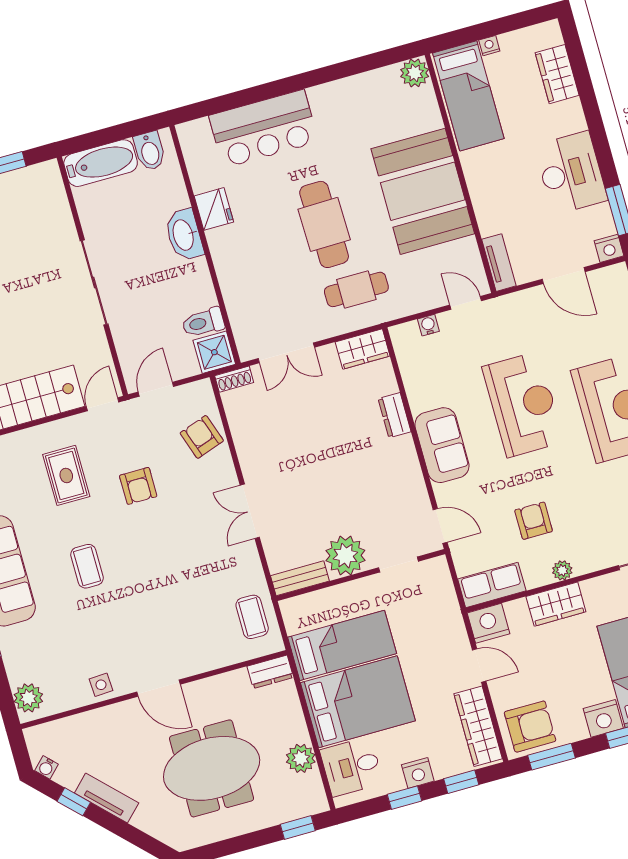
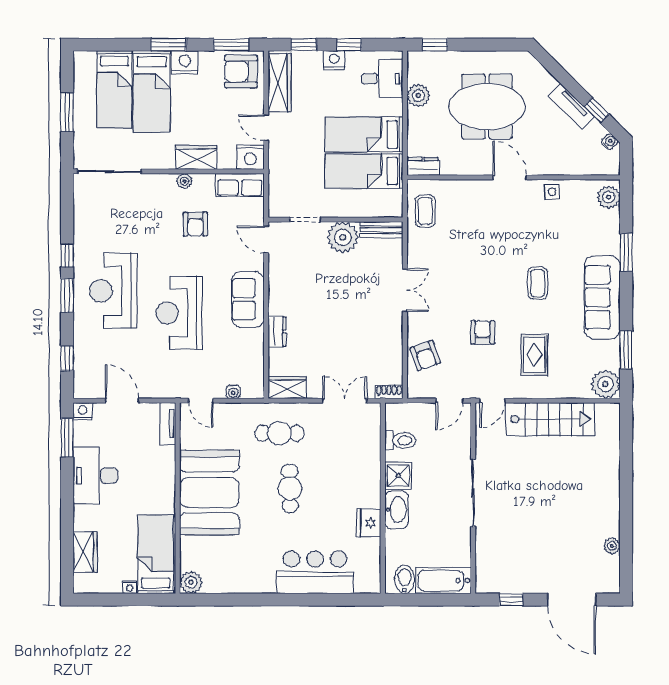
cafe table: (324, 224) -> (290, 488), width x0.73, depth x0.74
shower: (214, 352) -> (398, 476), moved
bed: (358, 702) -> (364, 134), width x0.67

